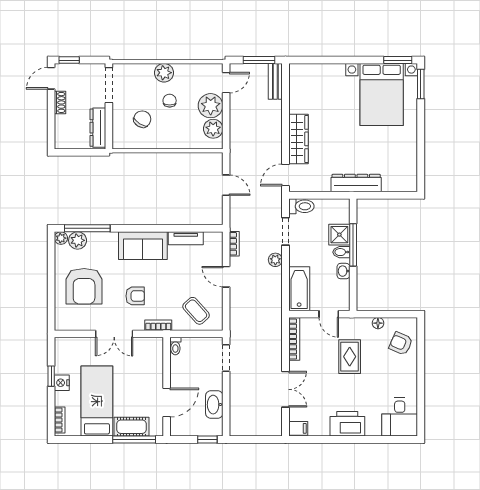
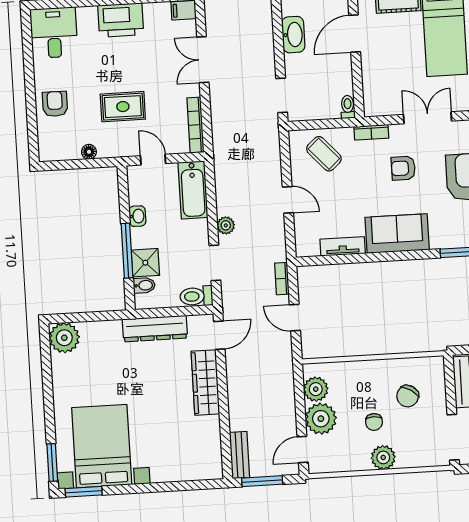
plant: (406, 180) -> (64, 338), added
dresser: (356, 183) -> (155, 329), moved
bookcase: (234, 244) -> (282, 279), moved
bidet: (341, 252) -> (144, 285), moved
armchair: (401, 344) -> (55, 104), moved, turned -114
rug: (350, 357) -> (123, 107), turned 90

